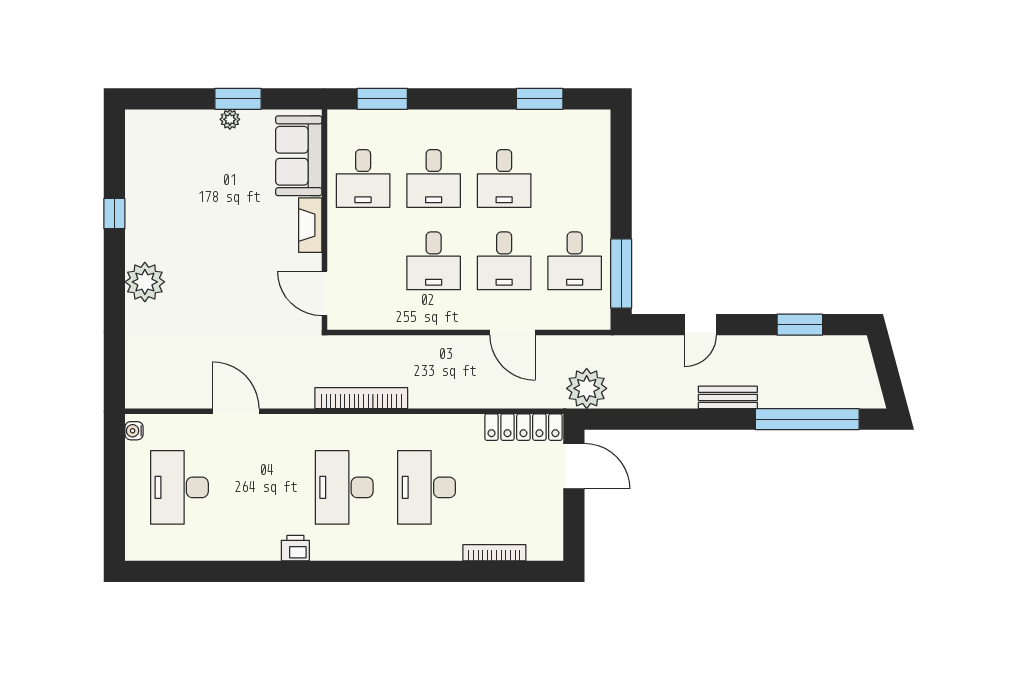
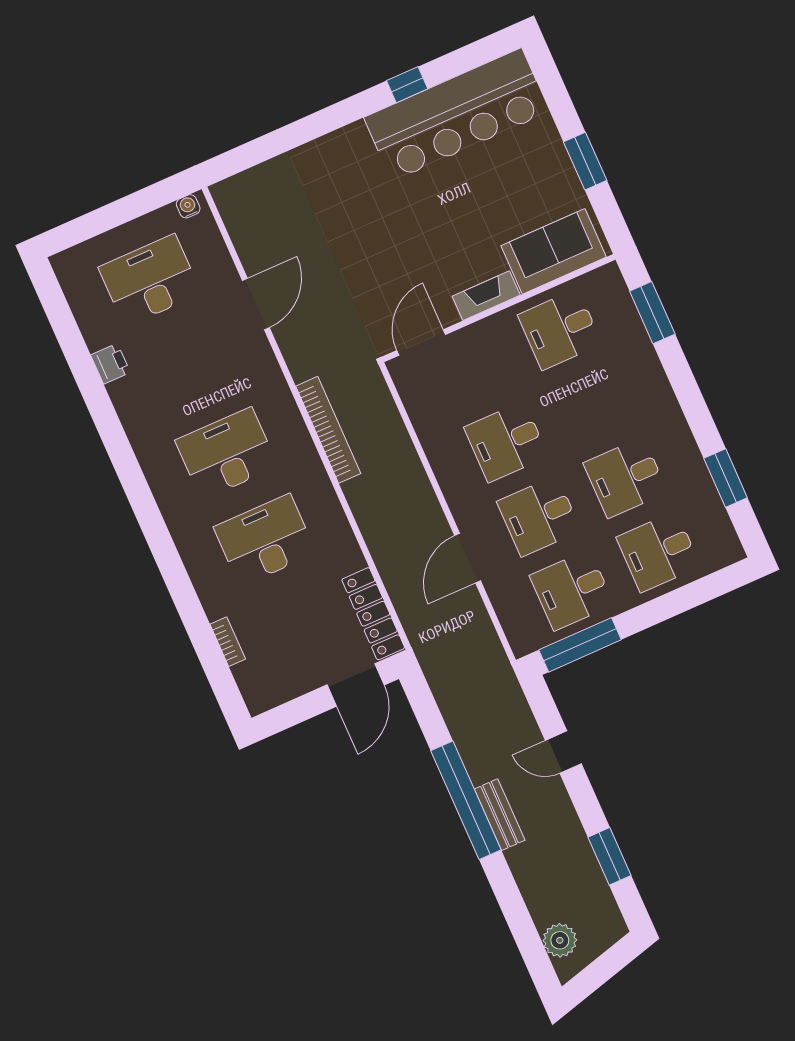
plant: (230, 119) -> (560, 162), removed
desk: (434, 178) -> (658, 552), moved
bar counter: (156, 185) -> (457, 115), added
plant: (145, 282) -> (349, 148), removed
plant: (587, 388) -> (560, 940), moved, width x0.73, depth x0.73
window: (807, 419) -> (466, 800), moved
printer: (295, 548) -> (110, 364), moved
bookcase: (494, 553) -> (228, 642), width x0.64

